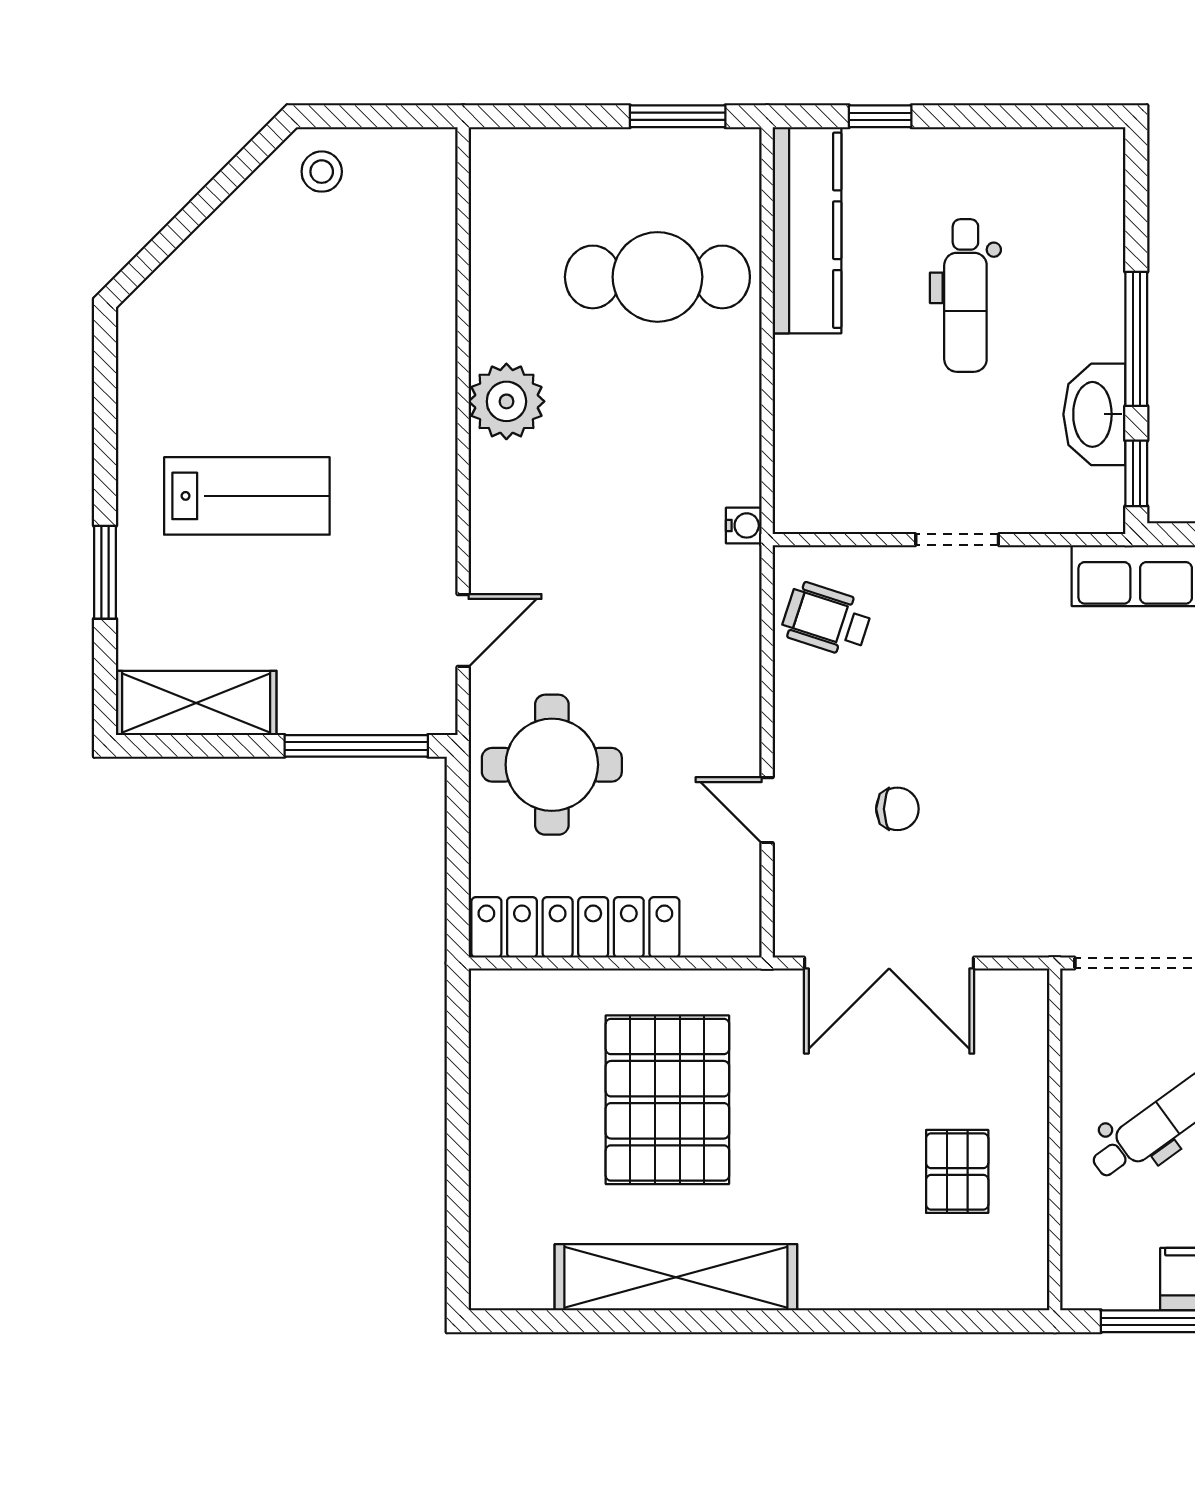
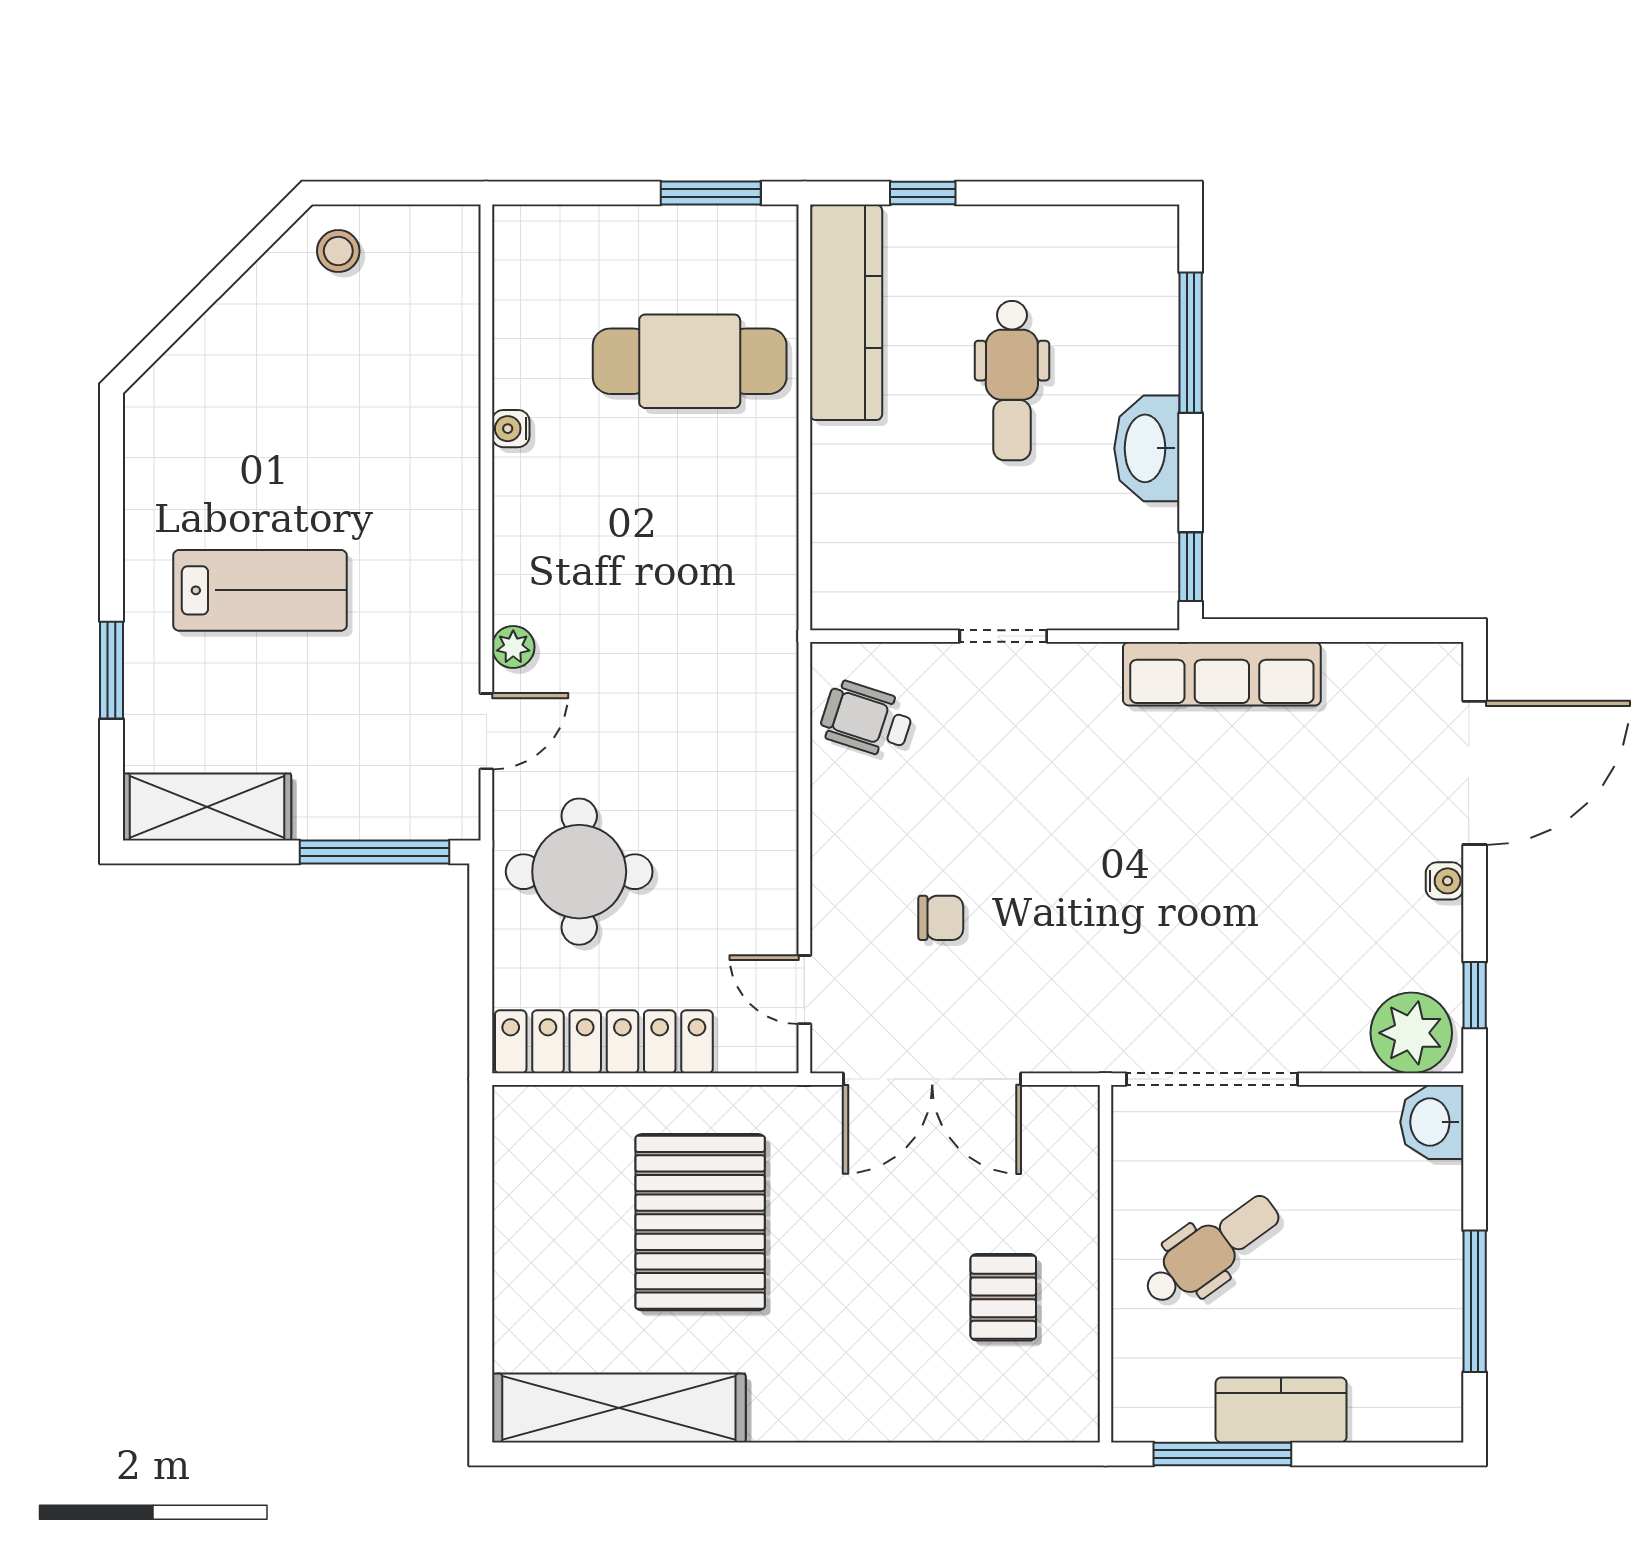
window: (1136, 339) -> (1191, 343), moved
plant: (506, 401) -> (513, 647), moved, width x0.53, depth x0.53
washbasin: (1094, 414) -> (1147, 448), moved
water cooler: (744, 525) -> (511, 429), moved, turned 180
door: (767, 810) -> (804, 990), moved
shelving: (676, 1277) -> (619, 1408), moved

